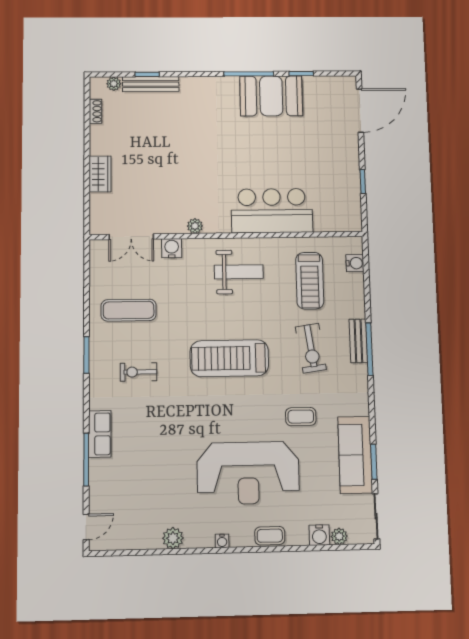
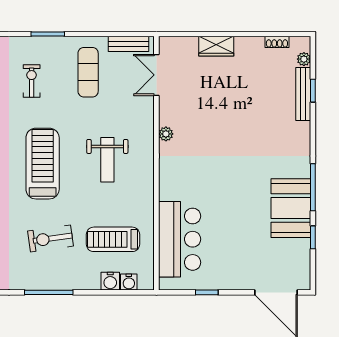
bar counter: (272, 211) -> (180, 239), moved
water cooler: (172, 248) -> (110, 281), moved, turned 90
weight bench: (239, 272) -> (107, 160), moved
bench: (358, 341) -> (129, 44), moved

